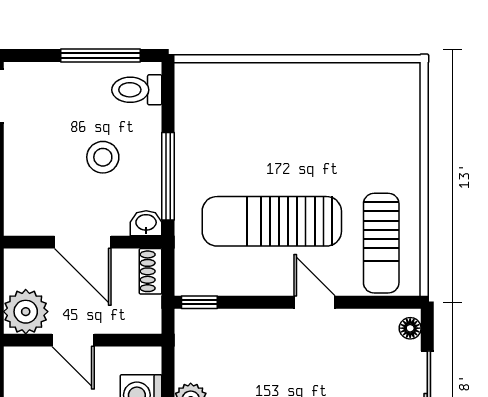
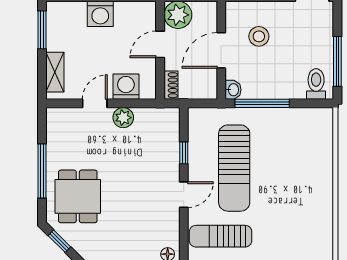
stool: (103, 157) -> (259, 36), moved
sun lounger: (272, 221) -> (234, 168), turned 180
shoe rack: (151, 271) -> (171, 85), moved, turned 90
window: (199, 302) -> (184, 153), moved

